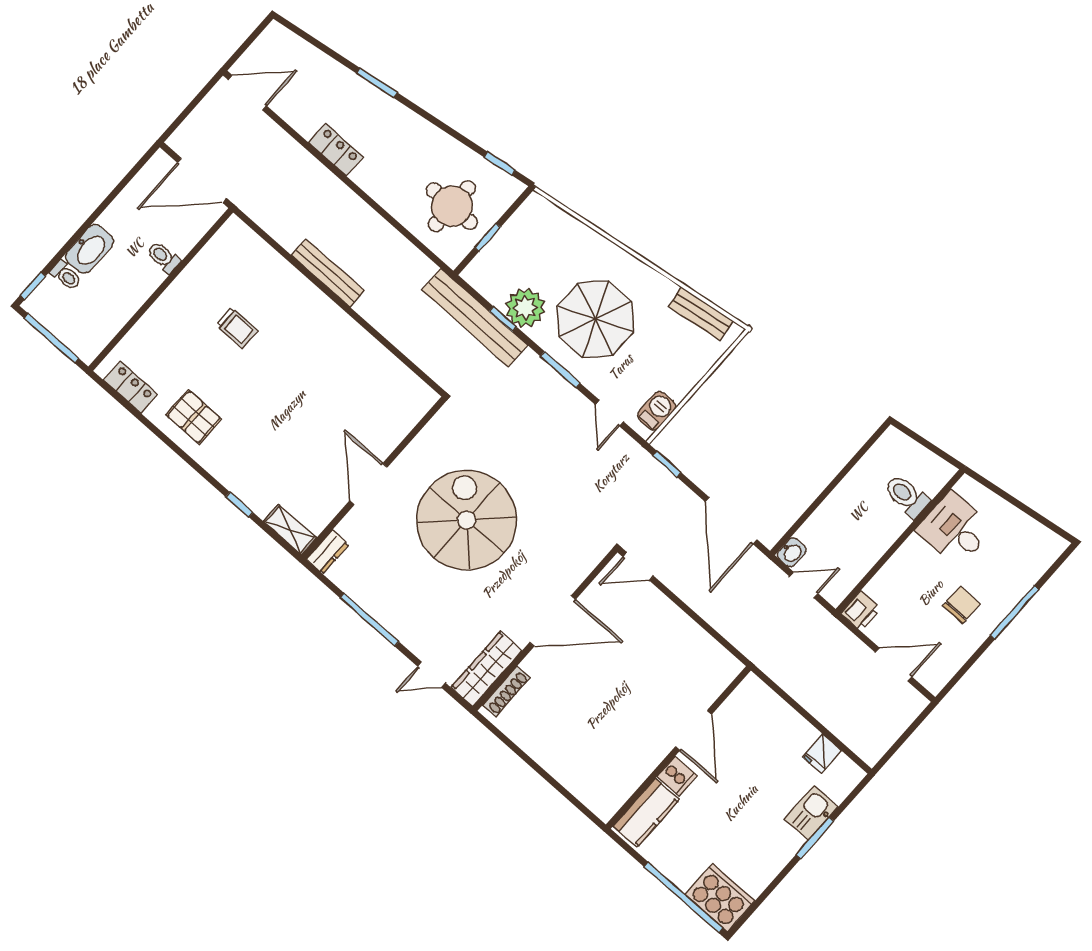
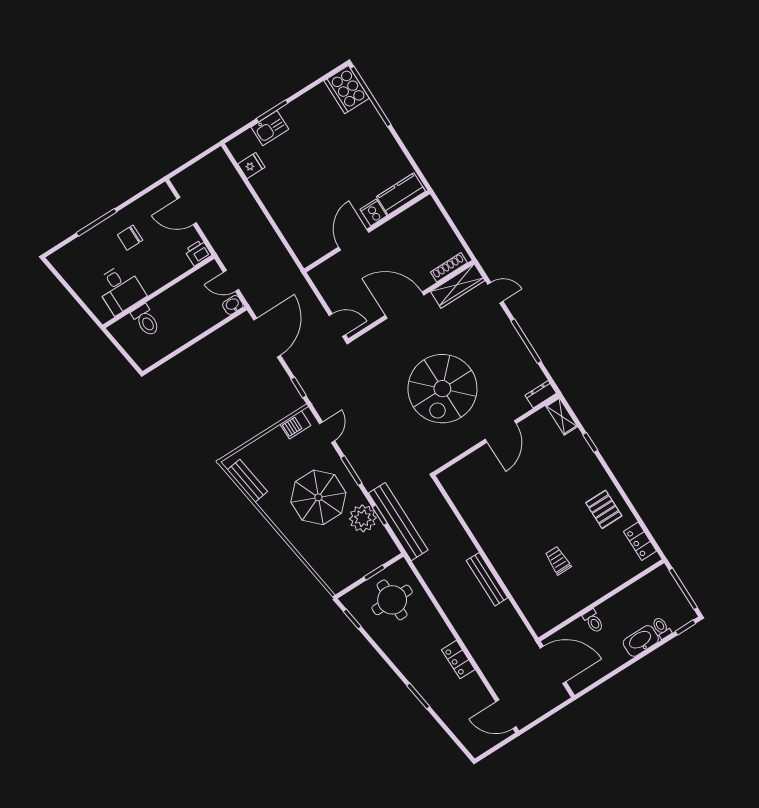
door: (693, 730) -> (354, 240), moved
wall: (678, 747) -> (367, 231), moved
cooker: (677, 776) -> (373, 213), moved
kitchen counter: (646, 813) -> (401, 194), moved

